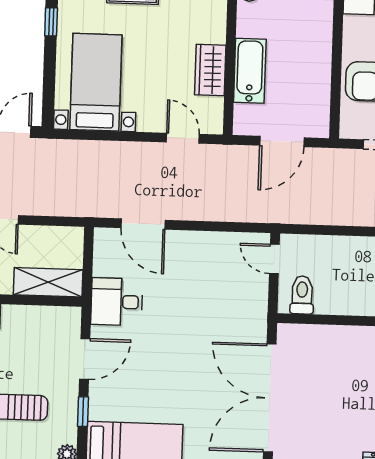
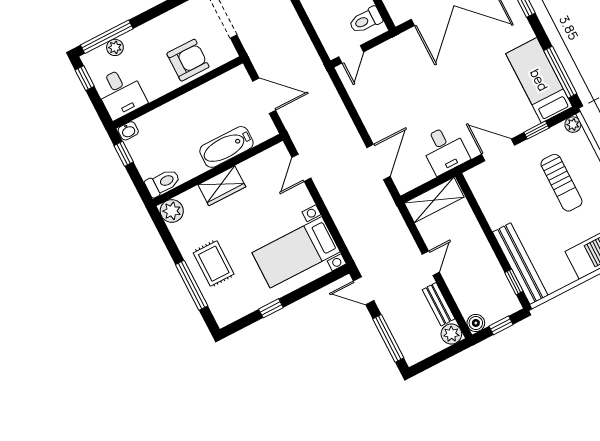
wardrobe: (210, 70) -> (222, 186), moved
shelving: (48, 282) -> (434, 200), moved, turned 90

